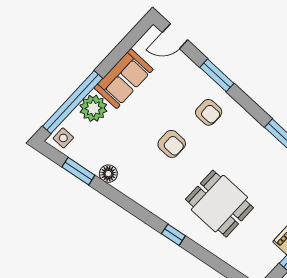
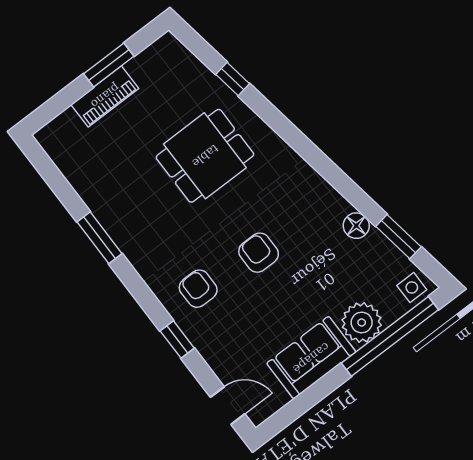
window: (217, 75) -> (177, 340), width x0.67
dining table: (219, 204) -> (205, 156), turned 90
window: (173, 235) -> (233, 79), moved

